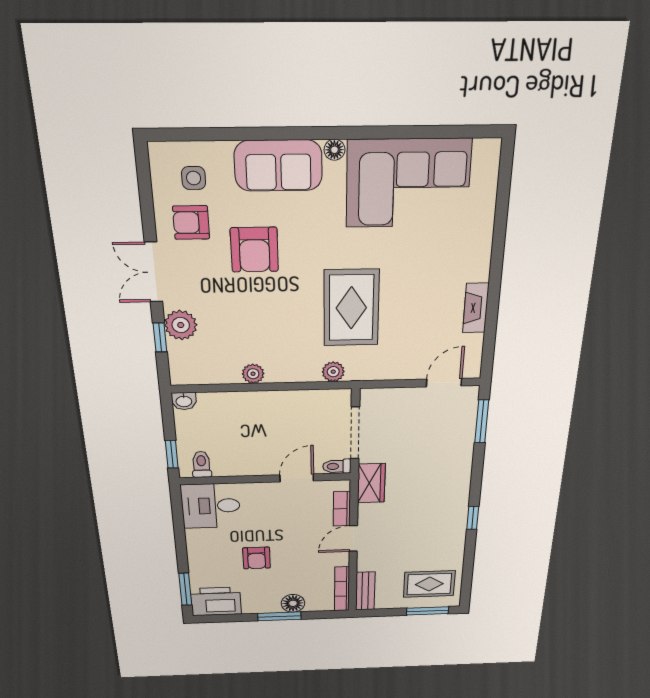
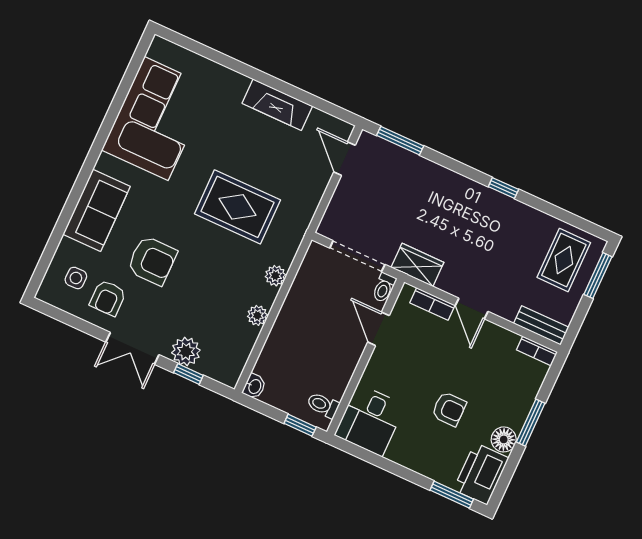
floor lamp: (334, 150) -> (105, 163), removed
fireplace: (476, 308) -> (277, 105), width x1.37, depth x1.32
plant: (333, 372) -> (275, 276), moved
bookcase: (342, 589) -> (537, 351), width x0.64
floor lamp: (293, 603) -> (504, 439), moved

